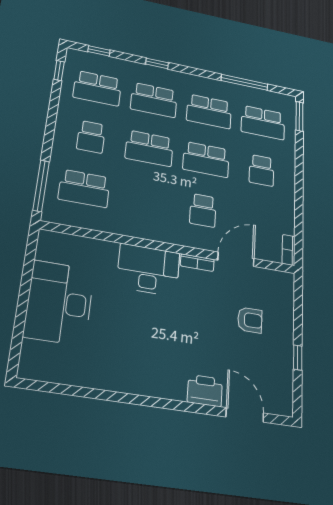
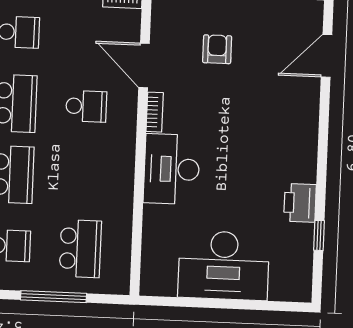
window: (41, 186) -> (54, 297), moved
printer: (205, 391) -> (300, 203), moved
window: (80, 392) -> (319, 235), added

